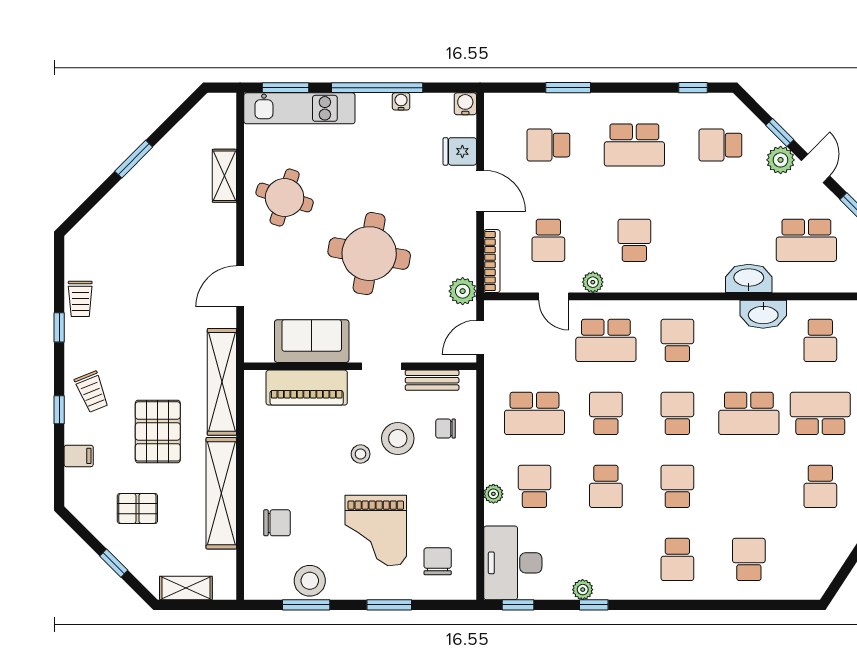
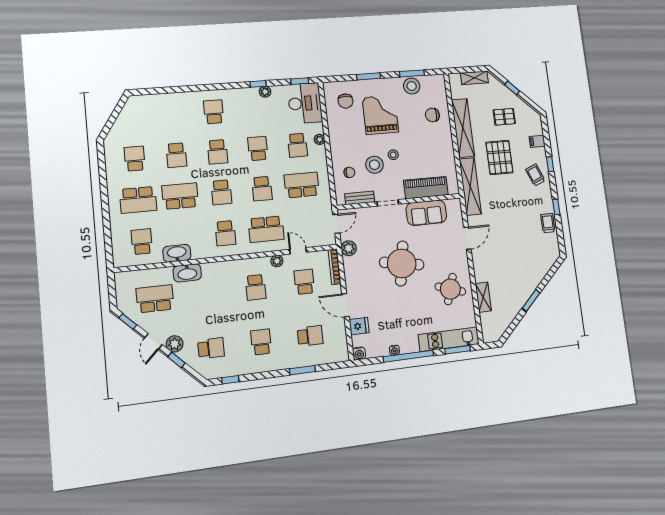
school desk: (634, 145) -> (261, 342), width x0.54
school desk: (606, 340) -> (266, 229), turned 180
school desk: (749, 559) -> (176, 155), moved

